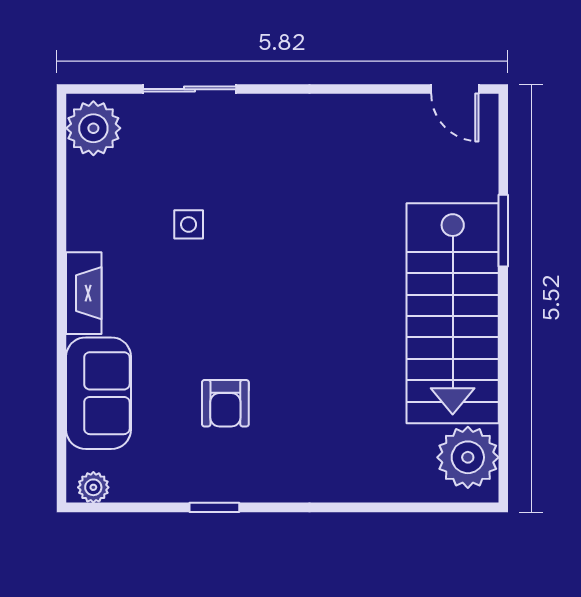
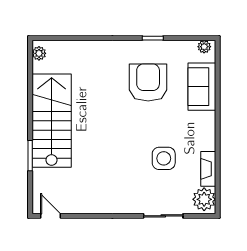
side table: (189, 224) -> (164, 158), width x1.87, depth x1.87
fireplace: (84, 293) -> (208, 169), moved
armchair: (225, 403) -> (148, 82), width x1.88, depth x1.88
plant: (468, 457) -> (39, 53), width x0.53, depth x0.53

